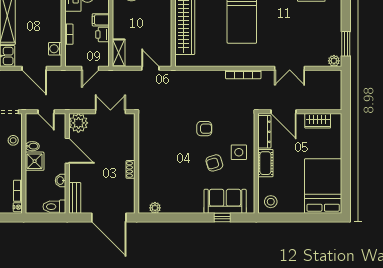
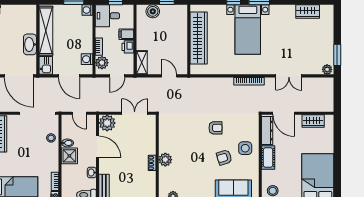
plant: (72, 53) -> (102, 63), added
plant: (146, 166) -> (165, 160), added

